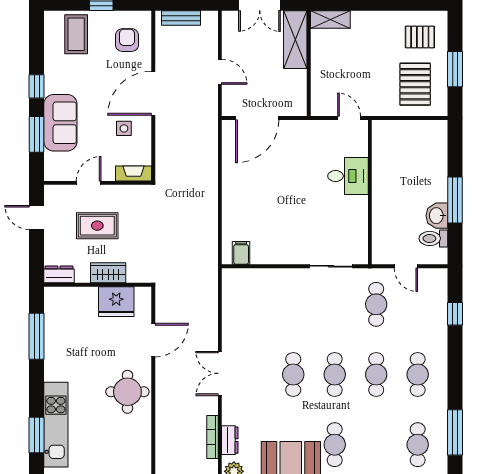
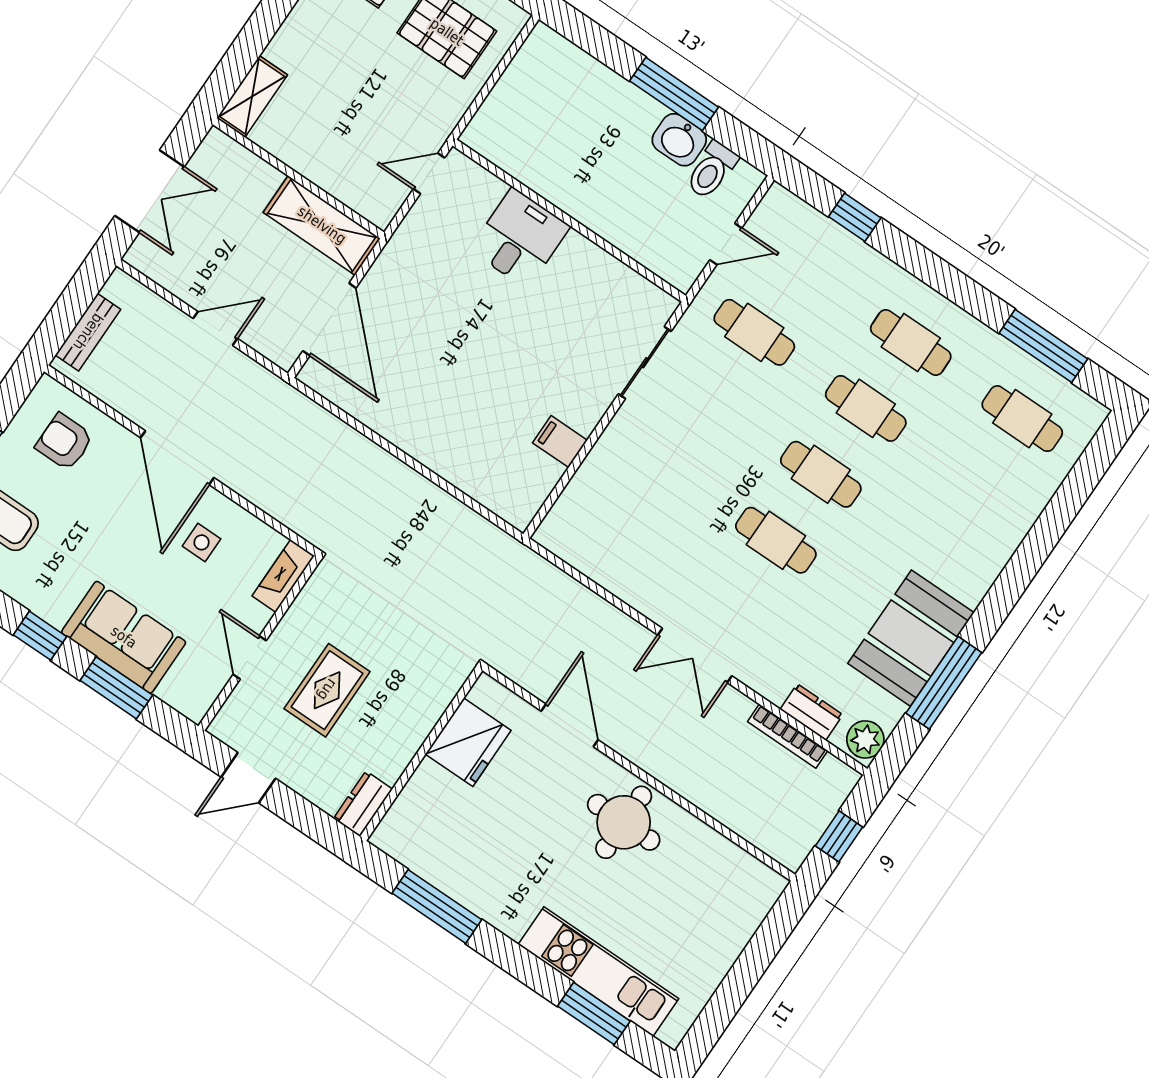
shelving: (295, 40) -> (322, 225), moved
filing cabinet: (241, 253) -> (560, 442), moved
wardrobe: (108, 273) -> (414, 724), removed
cafe table: (335, 445) -> (932, 550), removed

